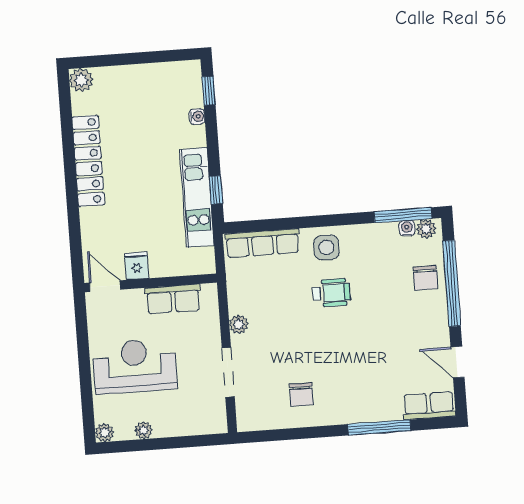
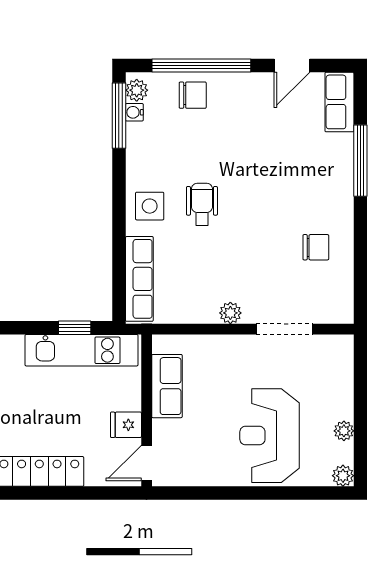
fridge: (137, 266) -> (126, 425), moved
wall: (151, 283) -> (147, 410), moved
door: (105, 286) -> (147, 463), moved
row of seats: (173, 299) -> (167, 386), moved

